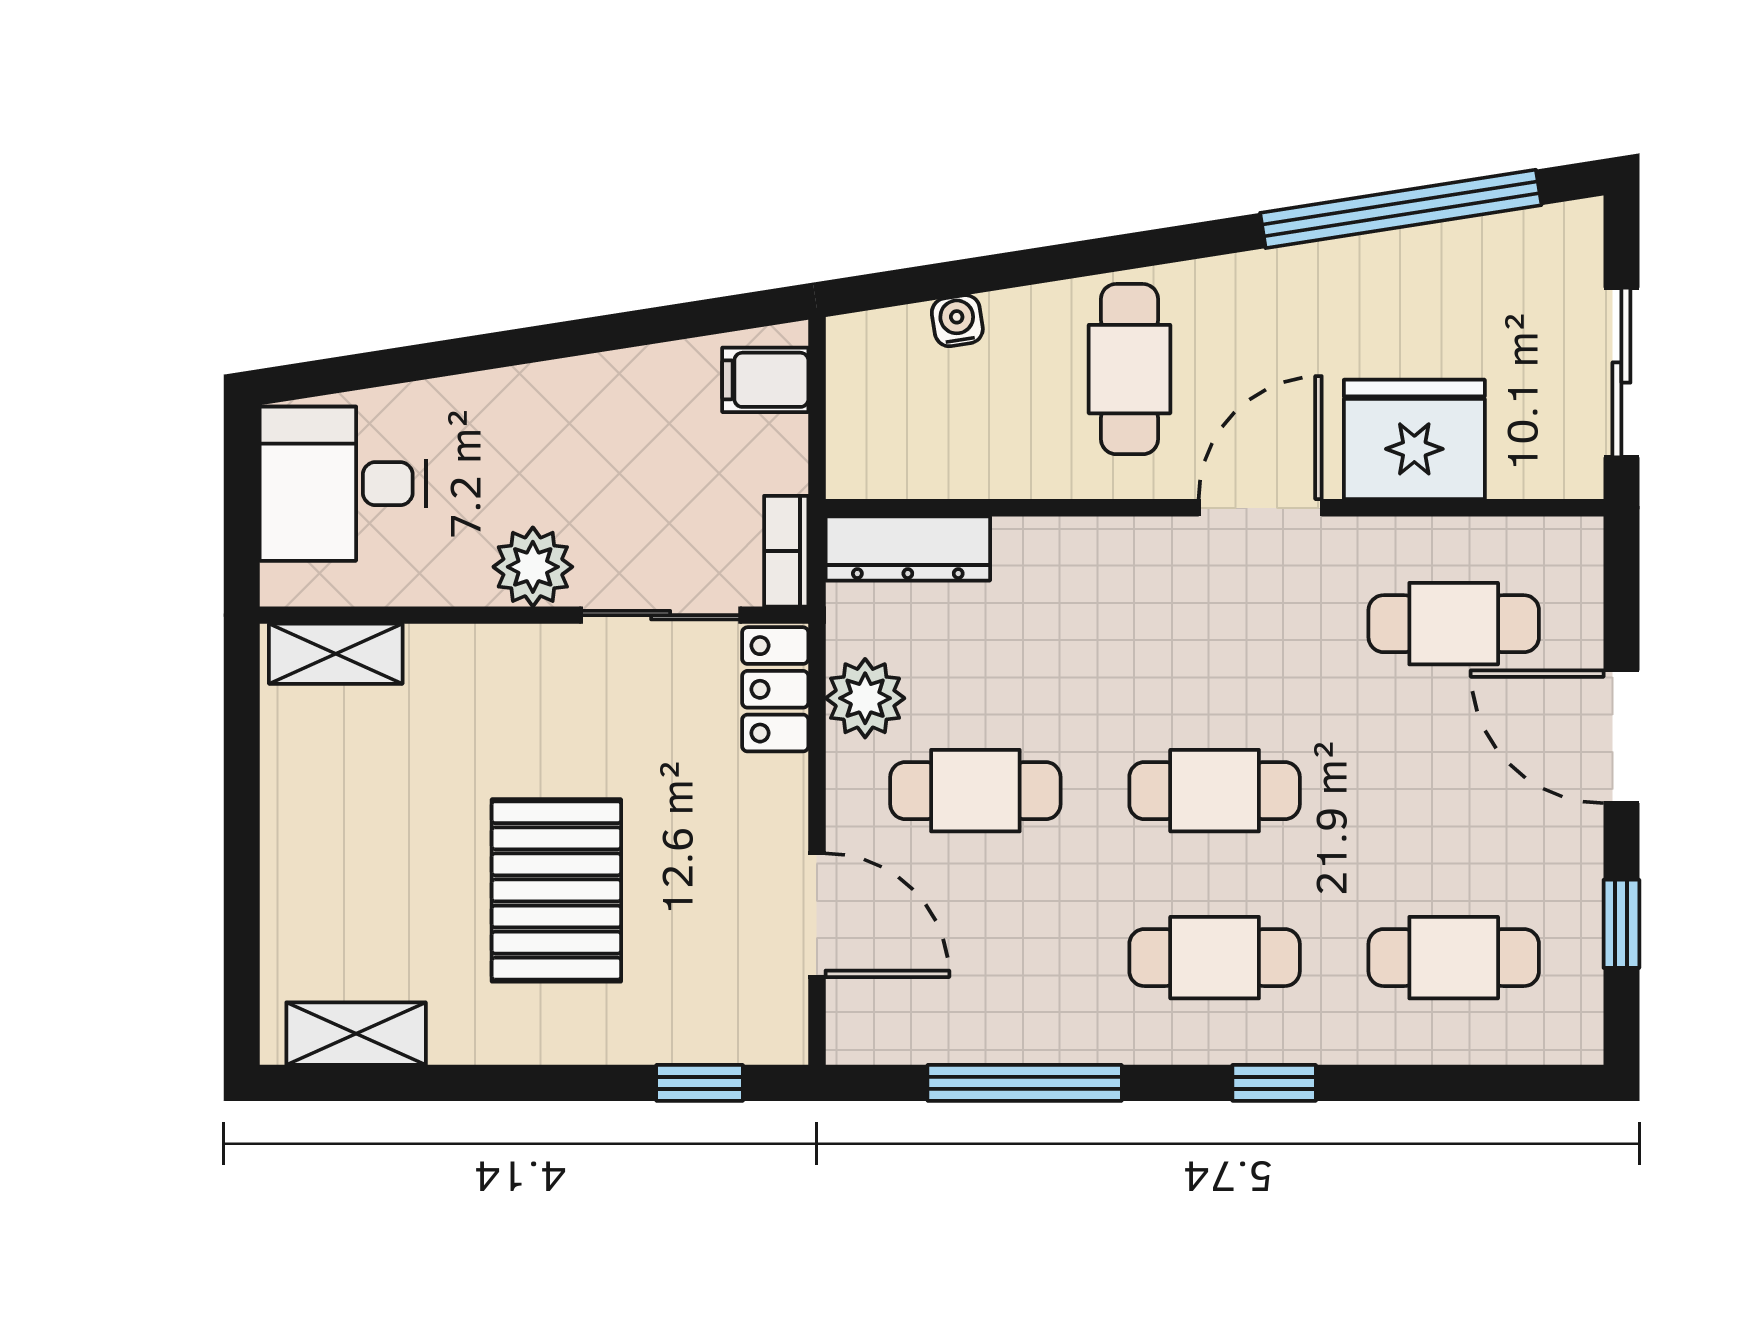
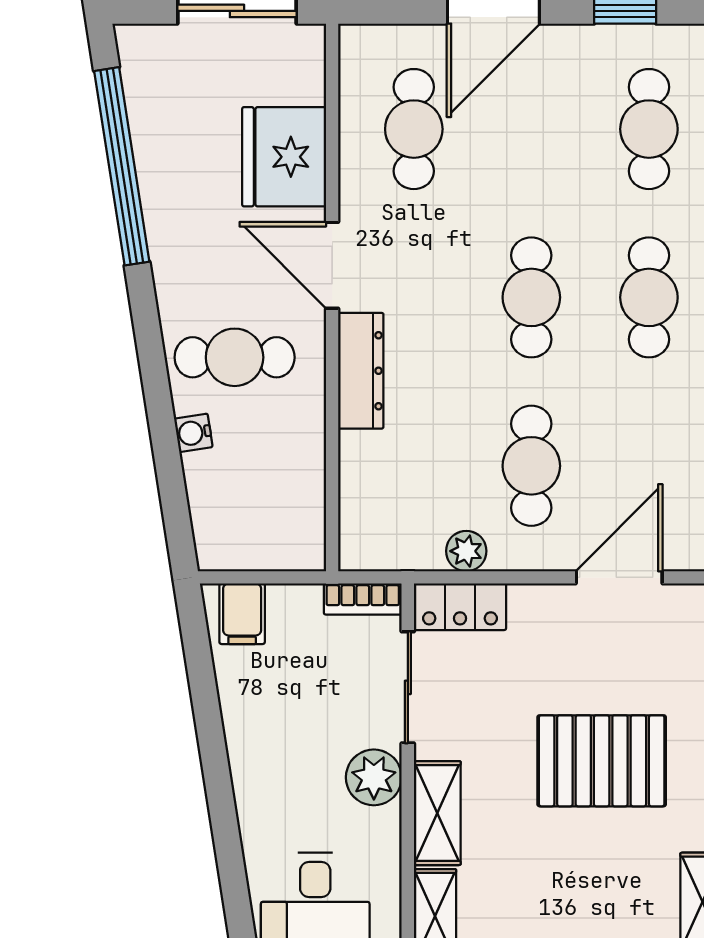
water cooler: (957, 321) -> (193, 433), moved
dresser: (908, 548) -> (361, 371), moved
shelving: (482, 657) -> (437, 813), added
plant: (865, 698) -> (466, 551), width x0.73, depth x0.73

